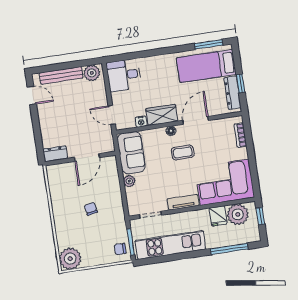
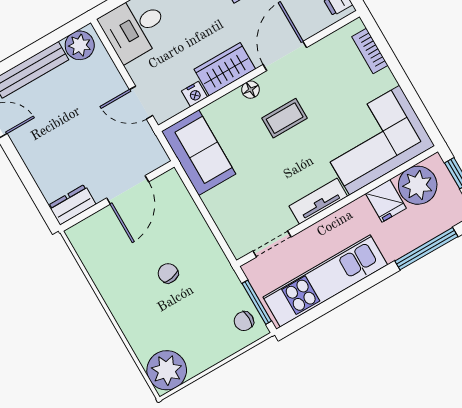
plant: (129, 181) -> (214, 201), removed

